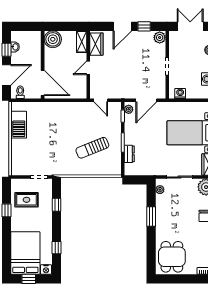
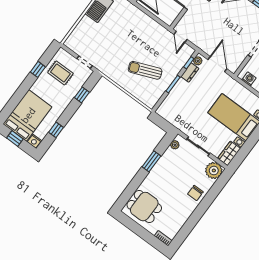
door: (146, 100) -> (217, 64), swing flipped
dresser: (129, 154) -> (190, 72), moved
dining table: (172, 257) -> (144, 207), turned 90

